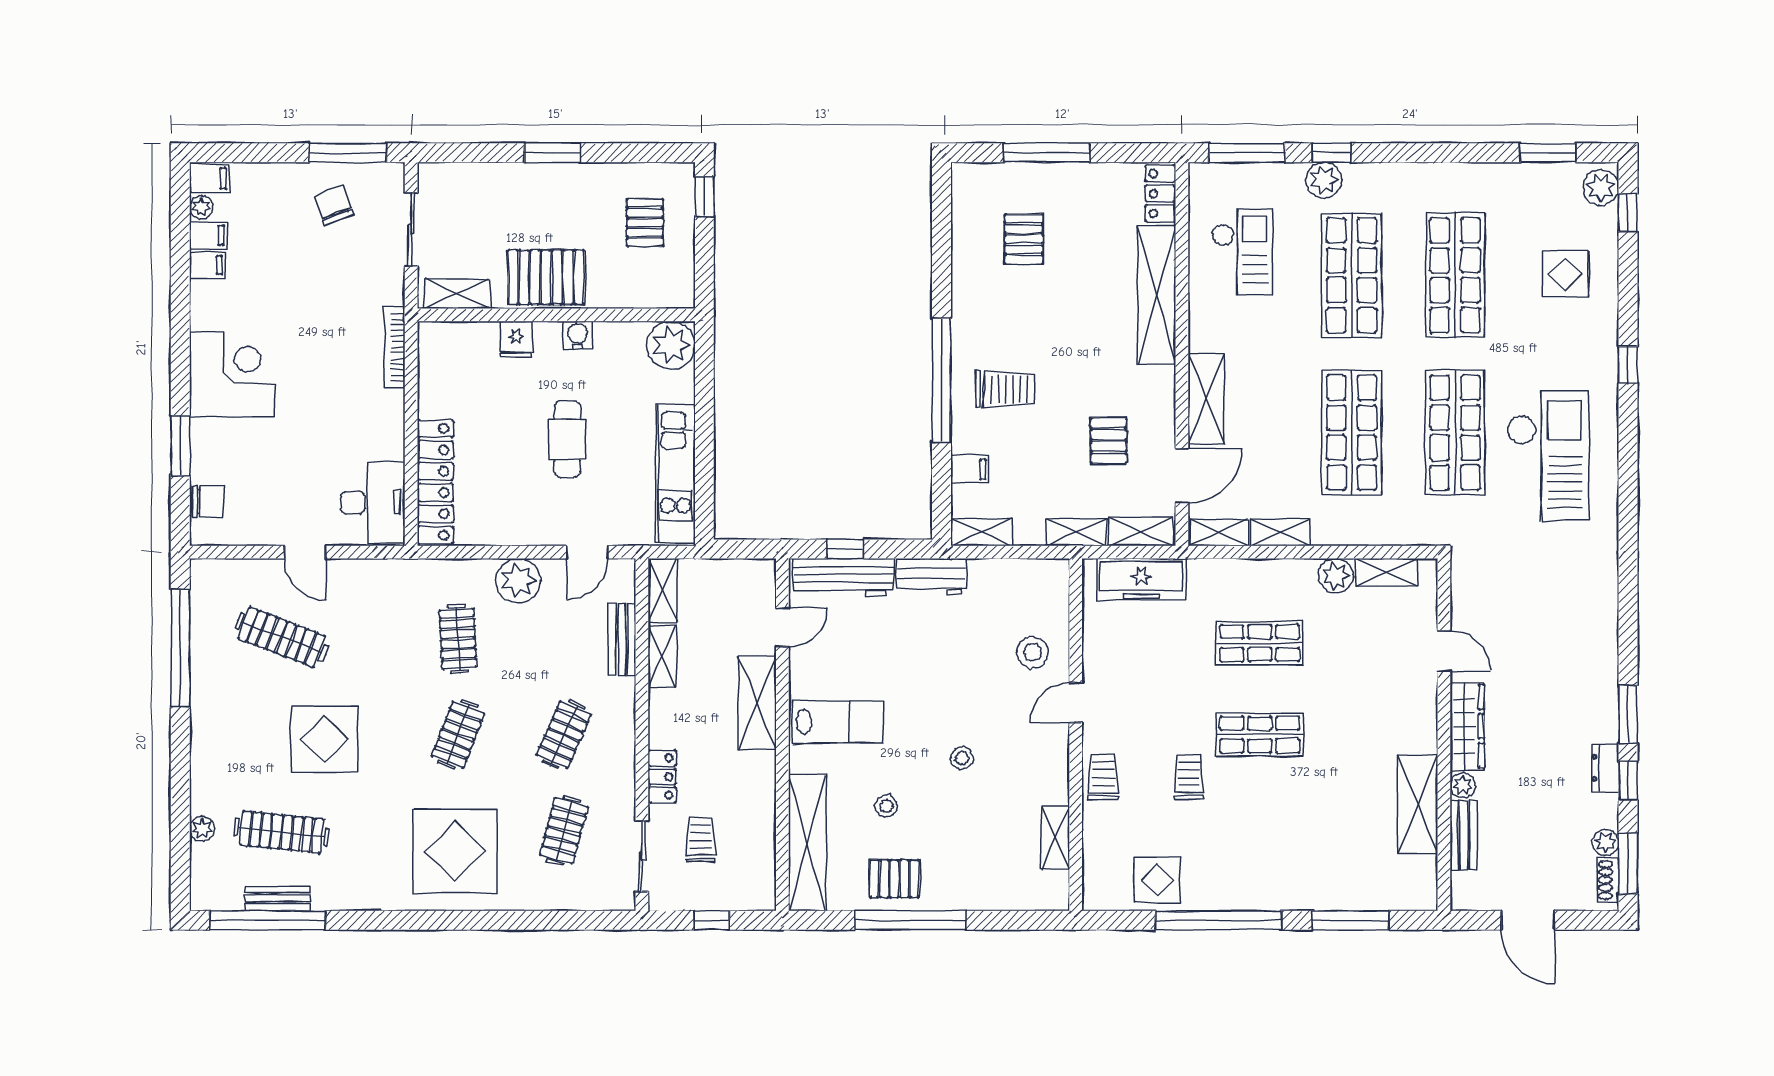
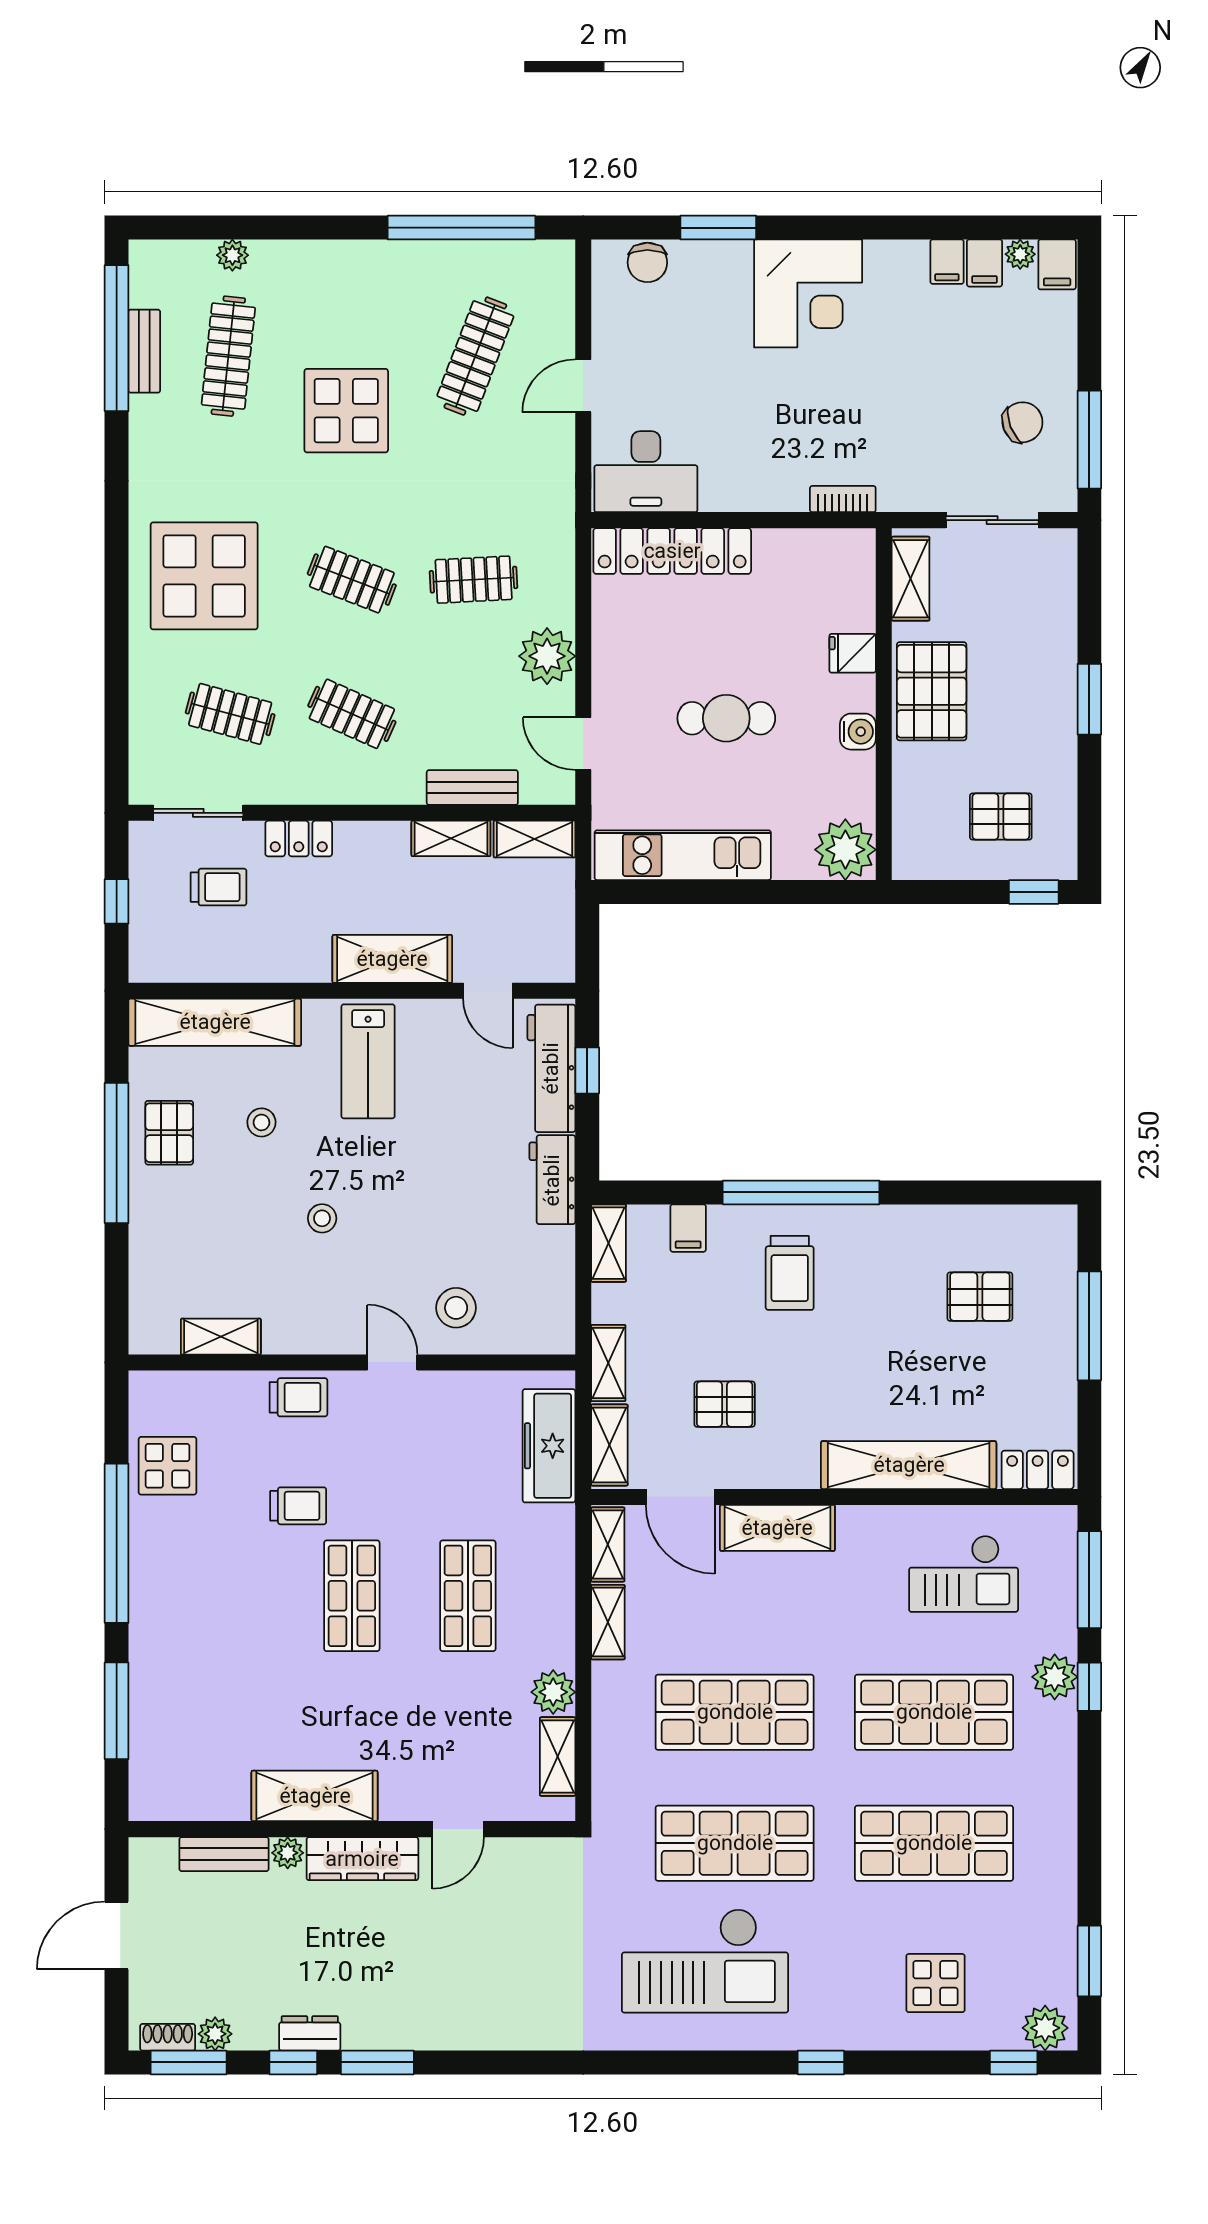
bookcase: (394, 347) -> (843, 499), width x0.64
shelving: (1418, 804) -> (315, 1796), moved

